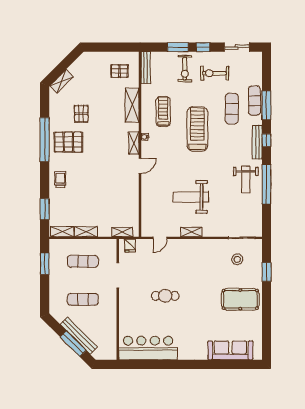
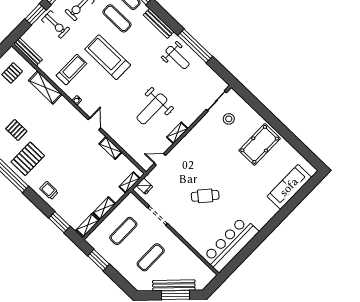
treadmill: (163, 111) -> (71, 70), turned 90
window: (266, 140) -> (164, 15), removed
shelving: (134, 143) -> (111, 148), moved
door: (160, 238) -> (160, 159), swing flipped
window: (266, 272) -> (258, 107), removed
cafe table: (165, 296) -> (205, 196), turned 41

